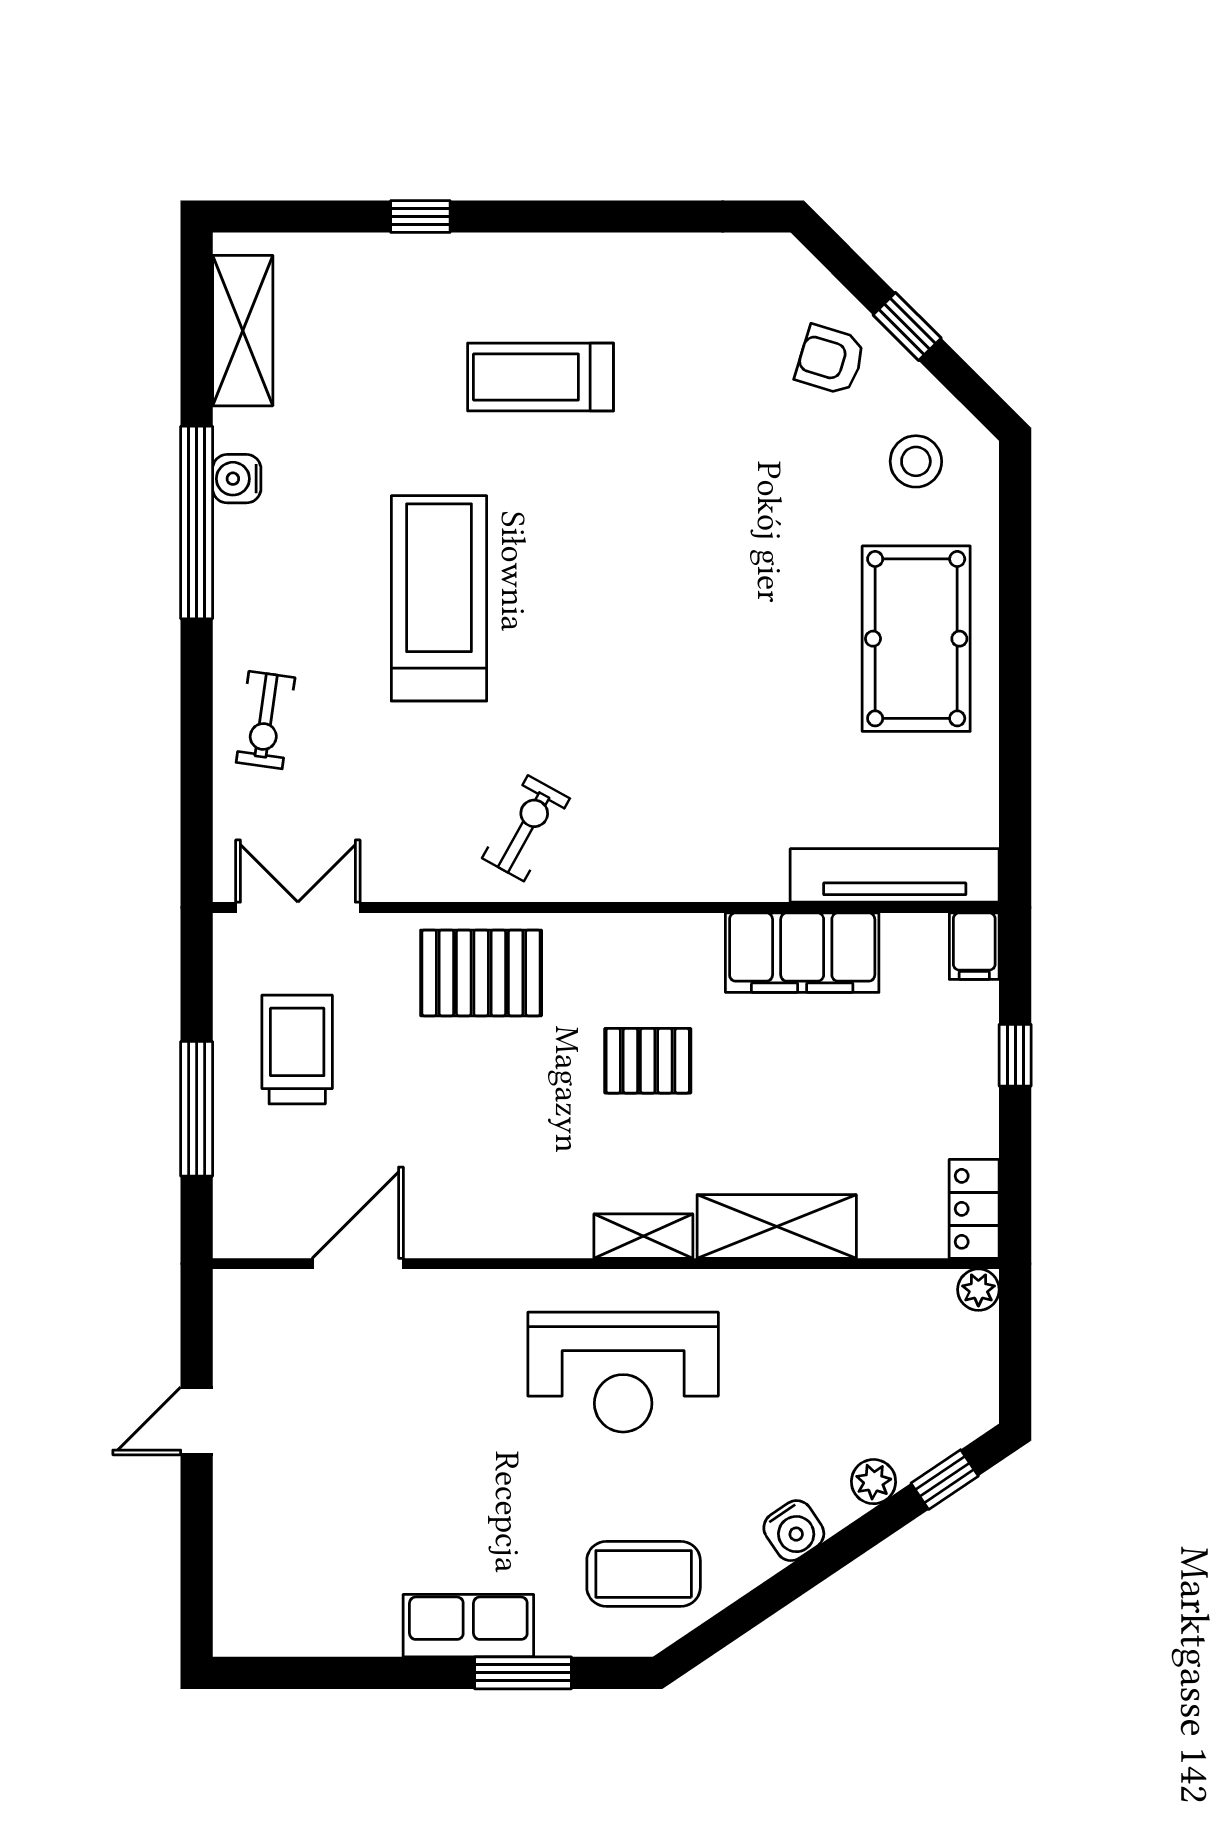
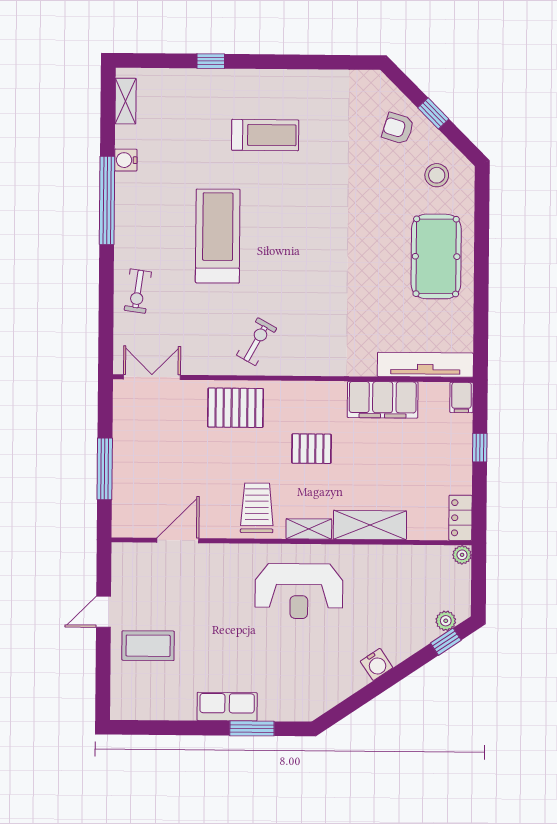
shelving: (243, 331) -> (126, 101), width x0.67, depth x0.75
treadmill: (541, 377) -> (265, 135), turned 180
water cooler: (237, 479) -> (126, 160), moved
trolley: (297, 1050) -> (257, 508), moved
plant: (873, 1482) -> (446, 621), moved
coffee table: (644, 1574) -> (148, 646), moved

